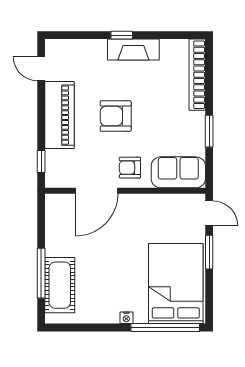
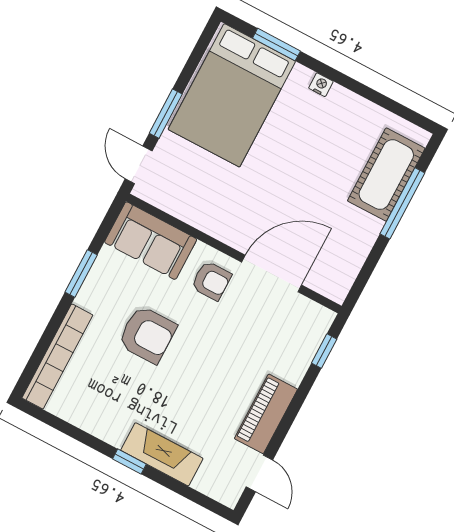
fireplace: (133, 50) -> (162, 454), moved
piano: (60, 115) -> (266, 414), width x0.73, depth x0.75
armchair: (116, 116) -> (147, 335), moved
window: (165, 328) -> (276, 45), width x0.47

